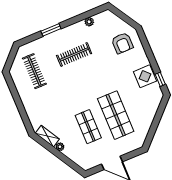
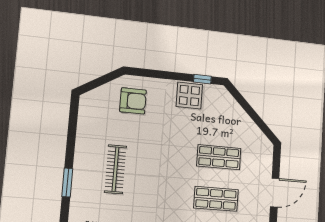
plant: (89, 22) -> (83, 128), removed
shop shelf: (116, 115) -> (219, 157), width x0.70, depth x0.74

